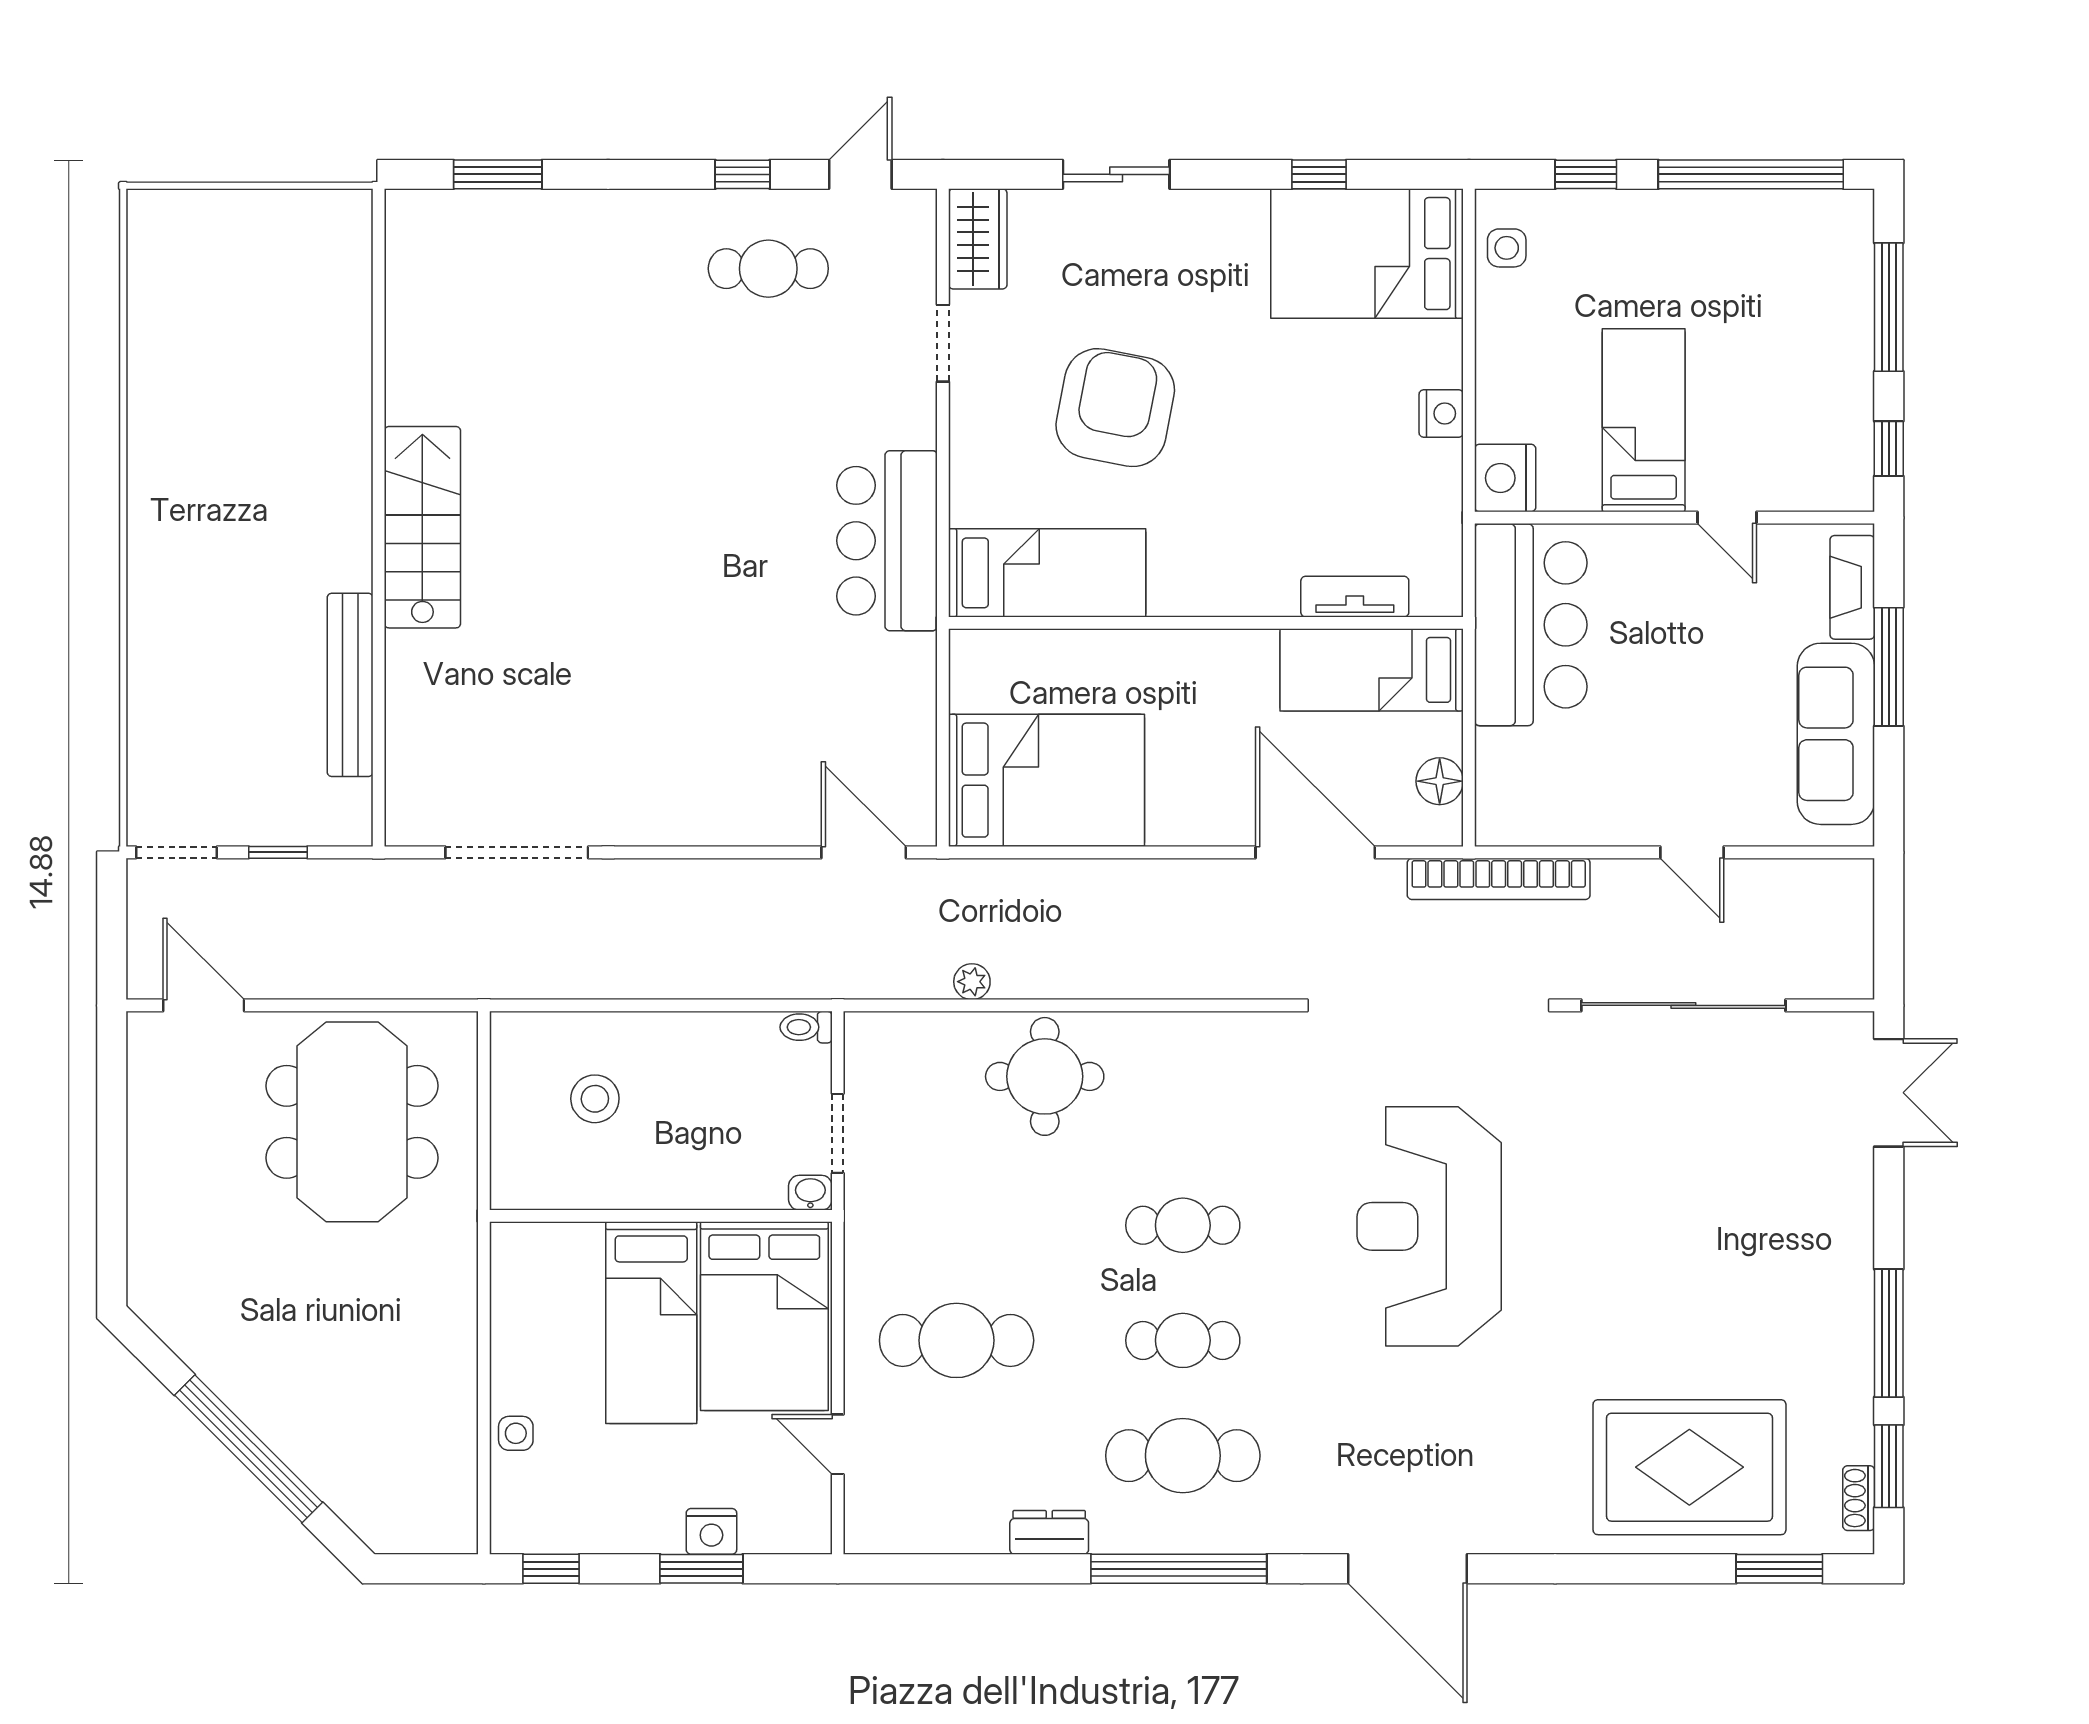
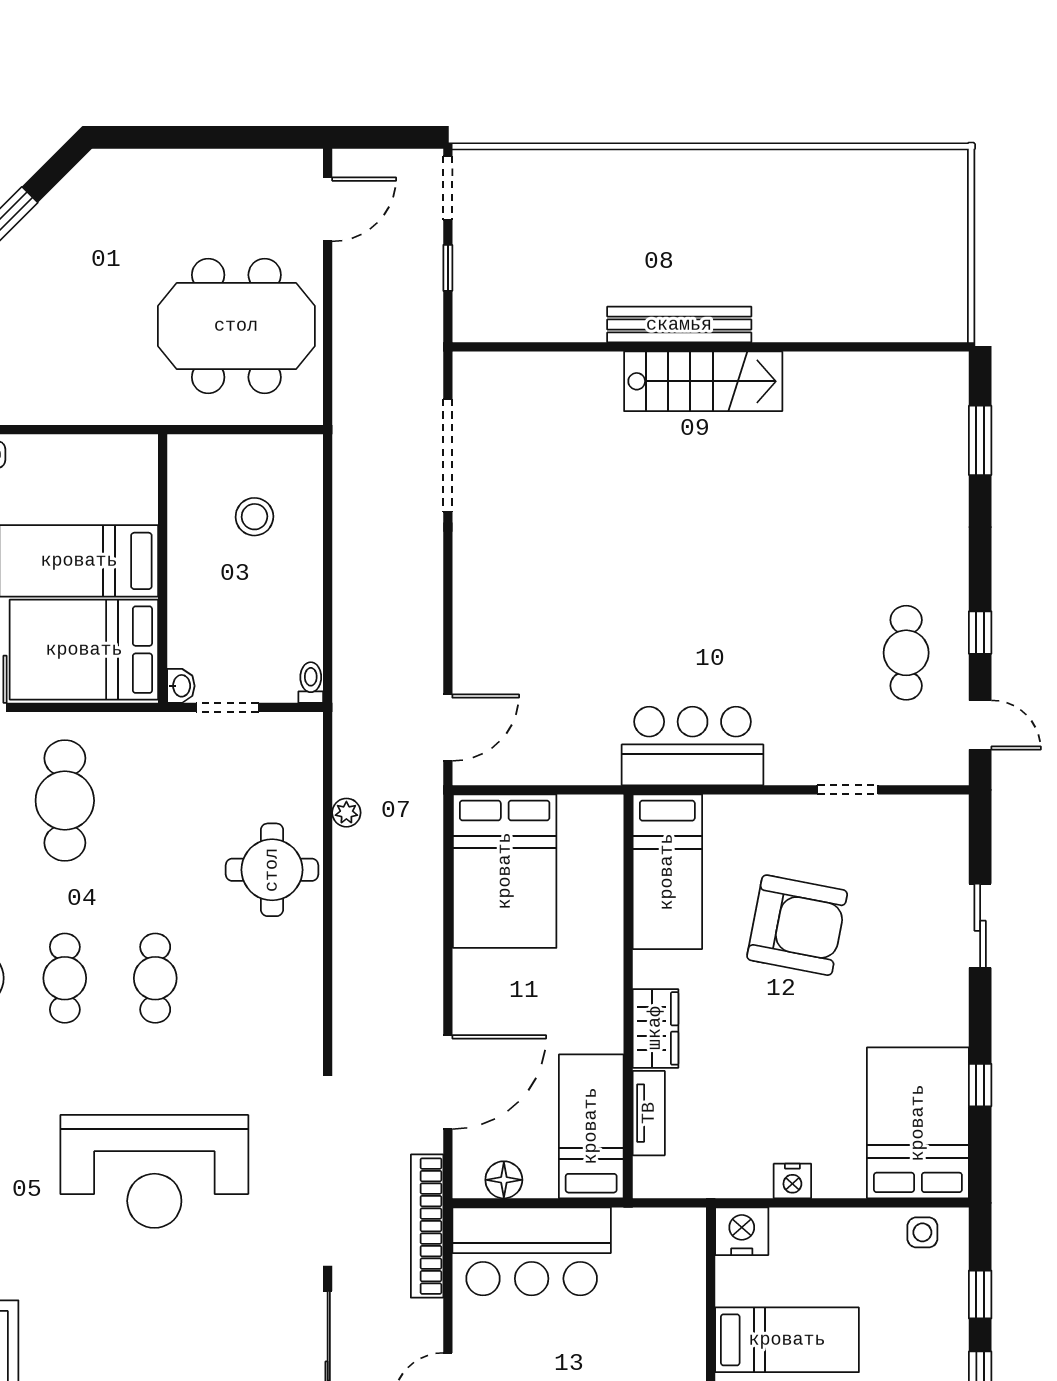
wardrobe: (978, 239) -> (655, 1028), moved, turned -90
bar counter: (1531, 625) -> (532, 1251), moved
bench: (350, 685) -> (679, 325), moved
reception desk: (1429, 1226) -> (154, 1171), turned 180

